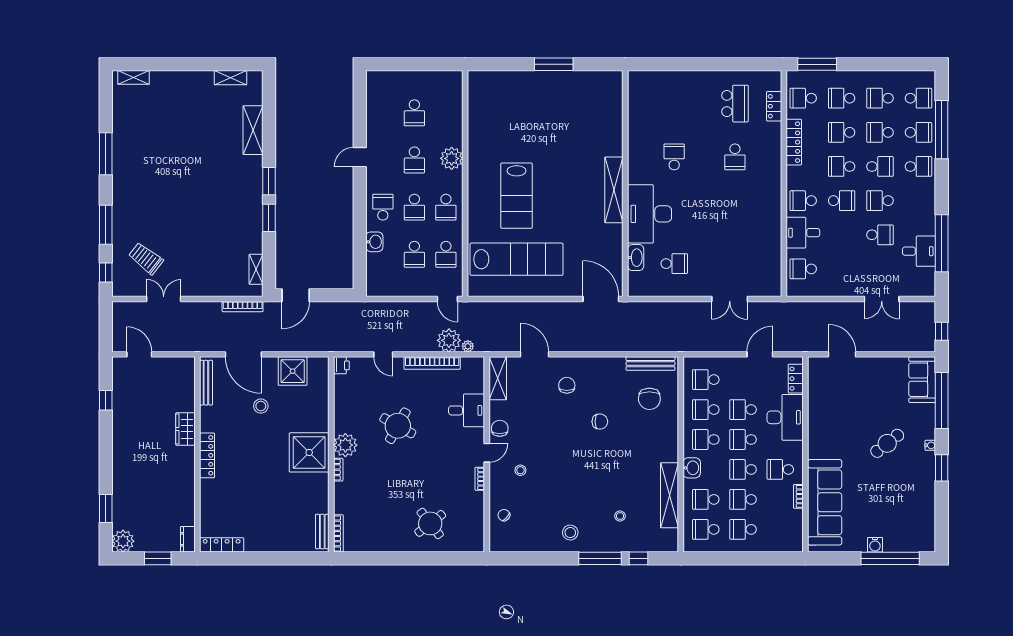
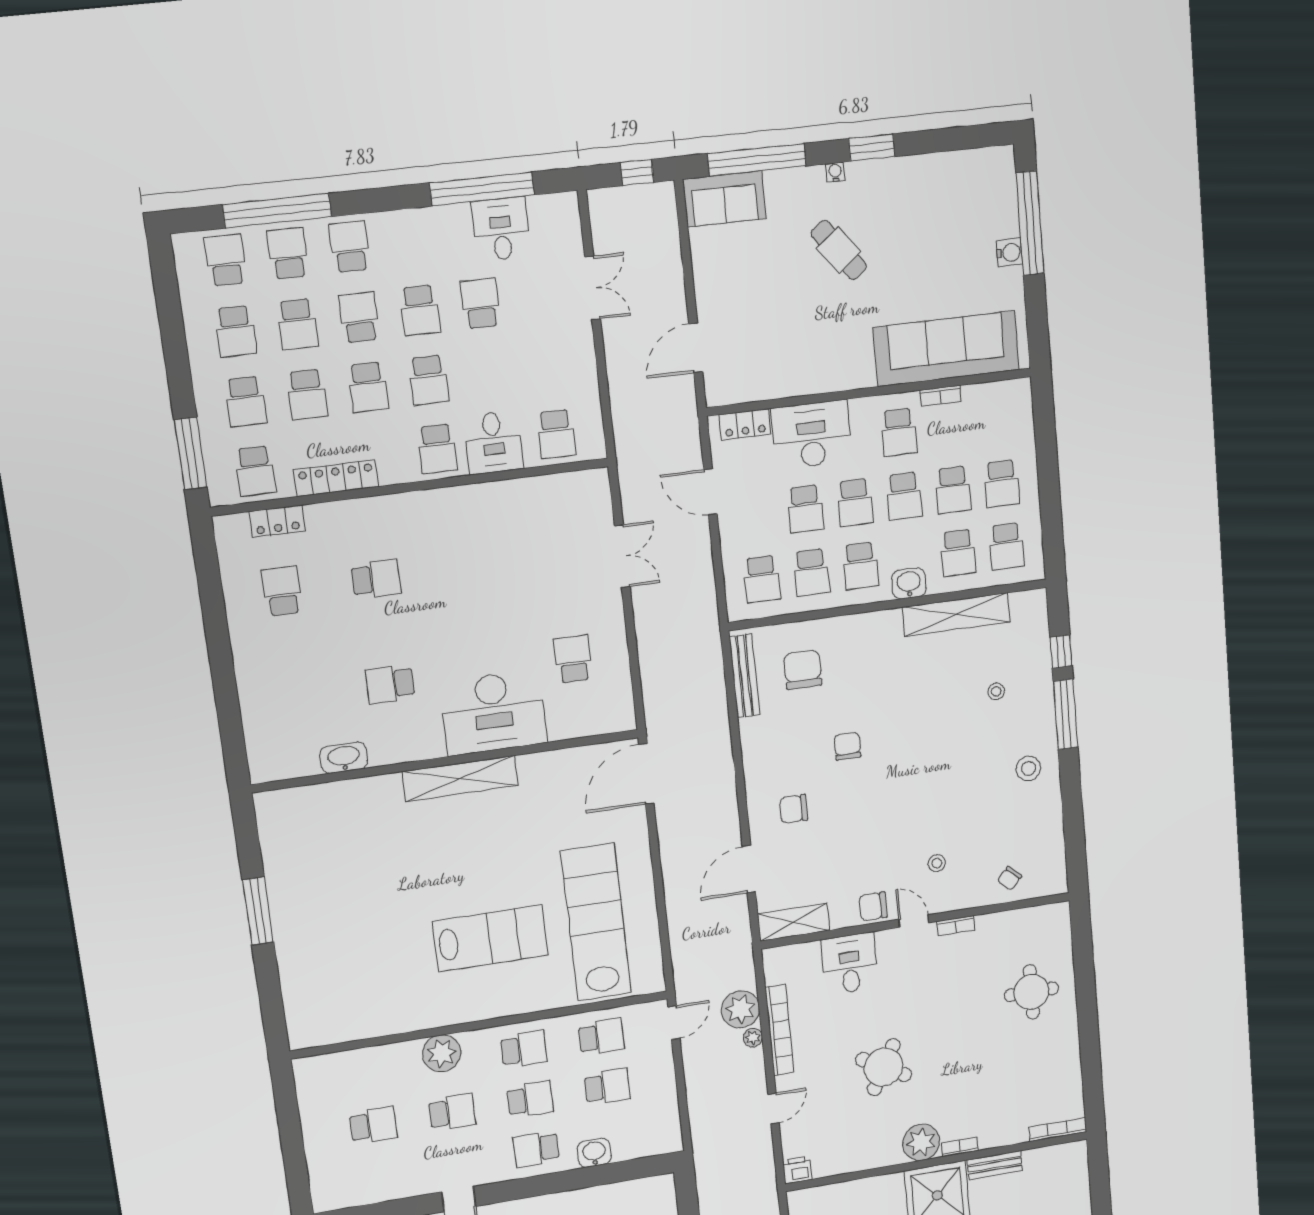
school desk: (735, 104) -> (282, 591), width x0.54
school desk: (842, 201) -> (429, 380), turned 180
washbasin: (636, 258) -> (344, 758), moved
plant: (468, 346) -> (753, 1038), moved
chair: (649, 399) -> (803, 670), turned -90
round table: (430, 523) -> (1031, 992), turned 38
bench: (322, 531) -> (995, 1165), moved

